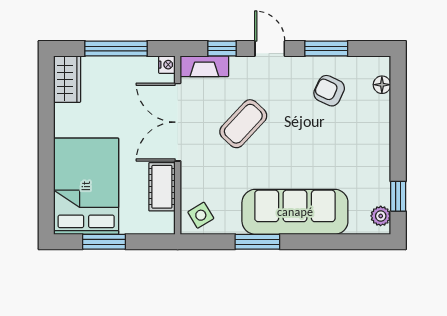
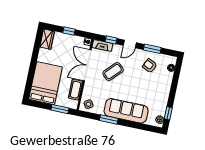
window: (116, 48) -> (69, 31), width x0.46
door: (270, 48) -> (130, 44), swing flipped
window: (104, 242) -> (60, 109), moved

